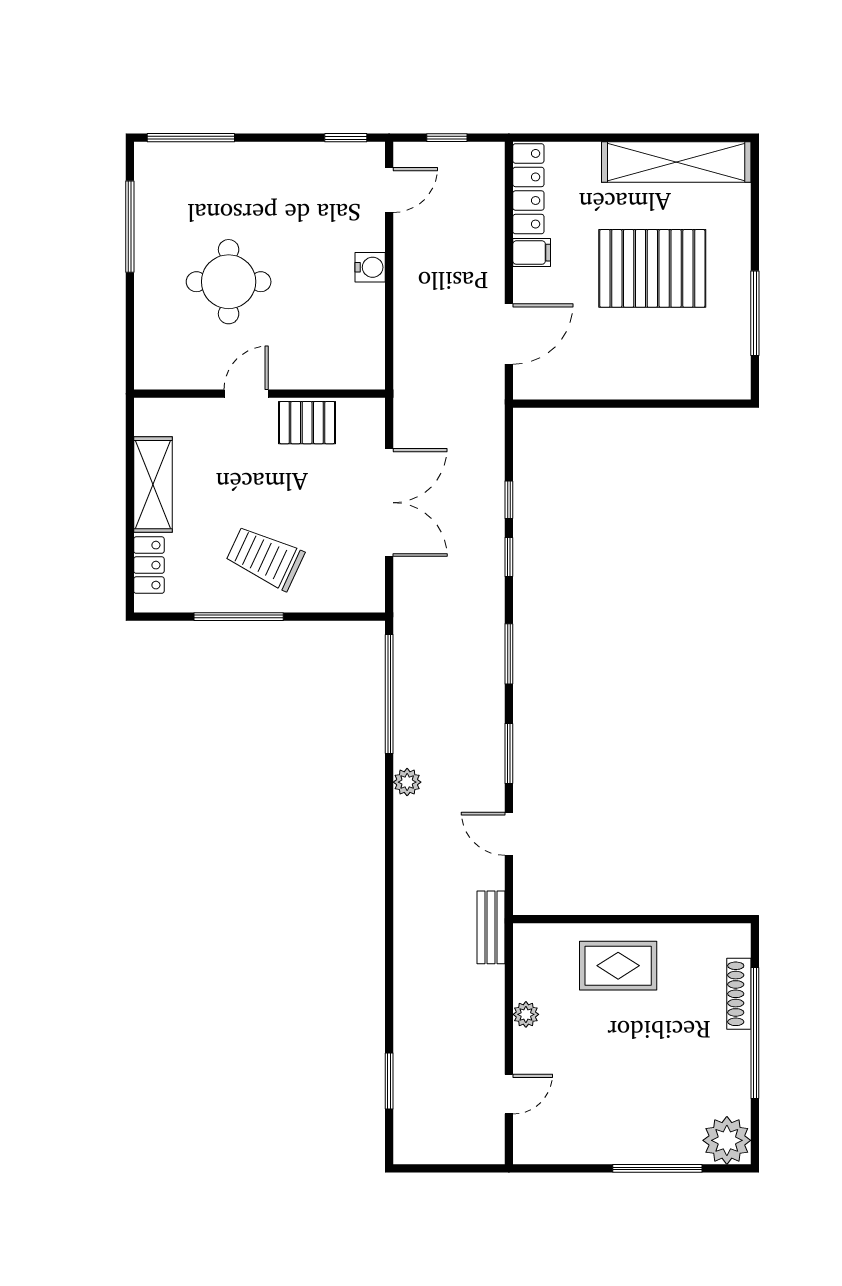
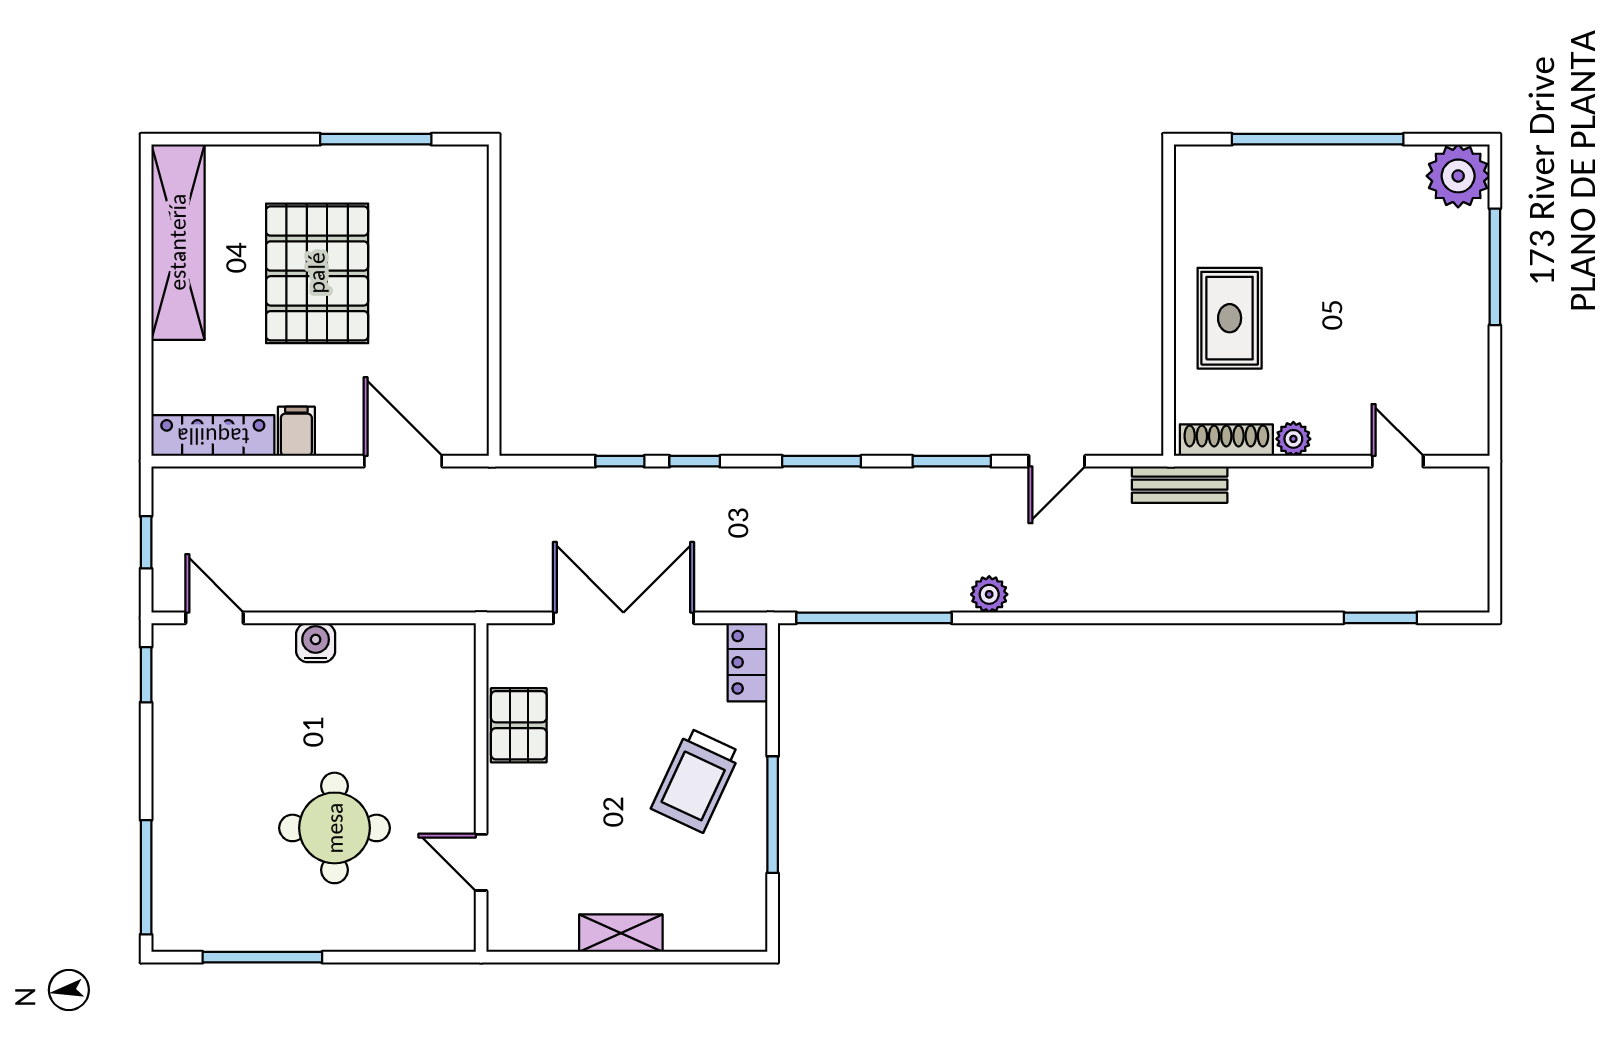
door: (246, 394) -> (481, 862), moved
shelving: (153, 485) -> (621, 933), width x0.67, depth x0.75
locker: (149, 565) -> (748, 662), moved, turned -90
shoe rack: (739, 994) -> (1226, 440), moved, turned 180

